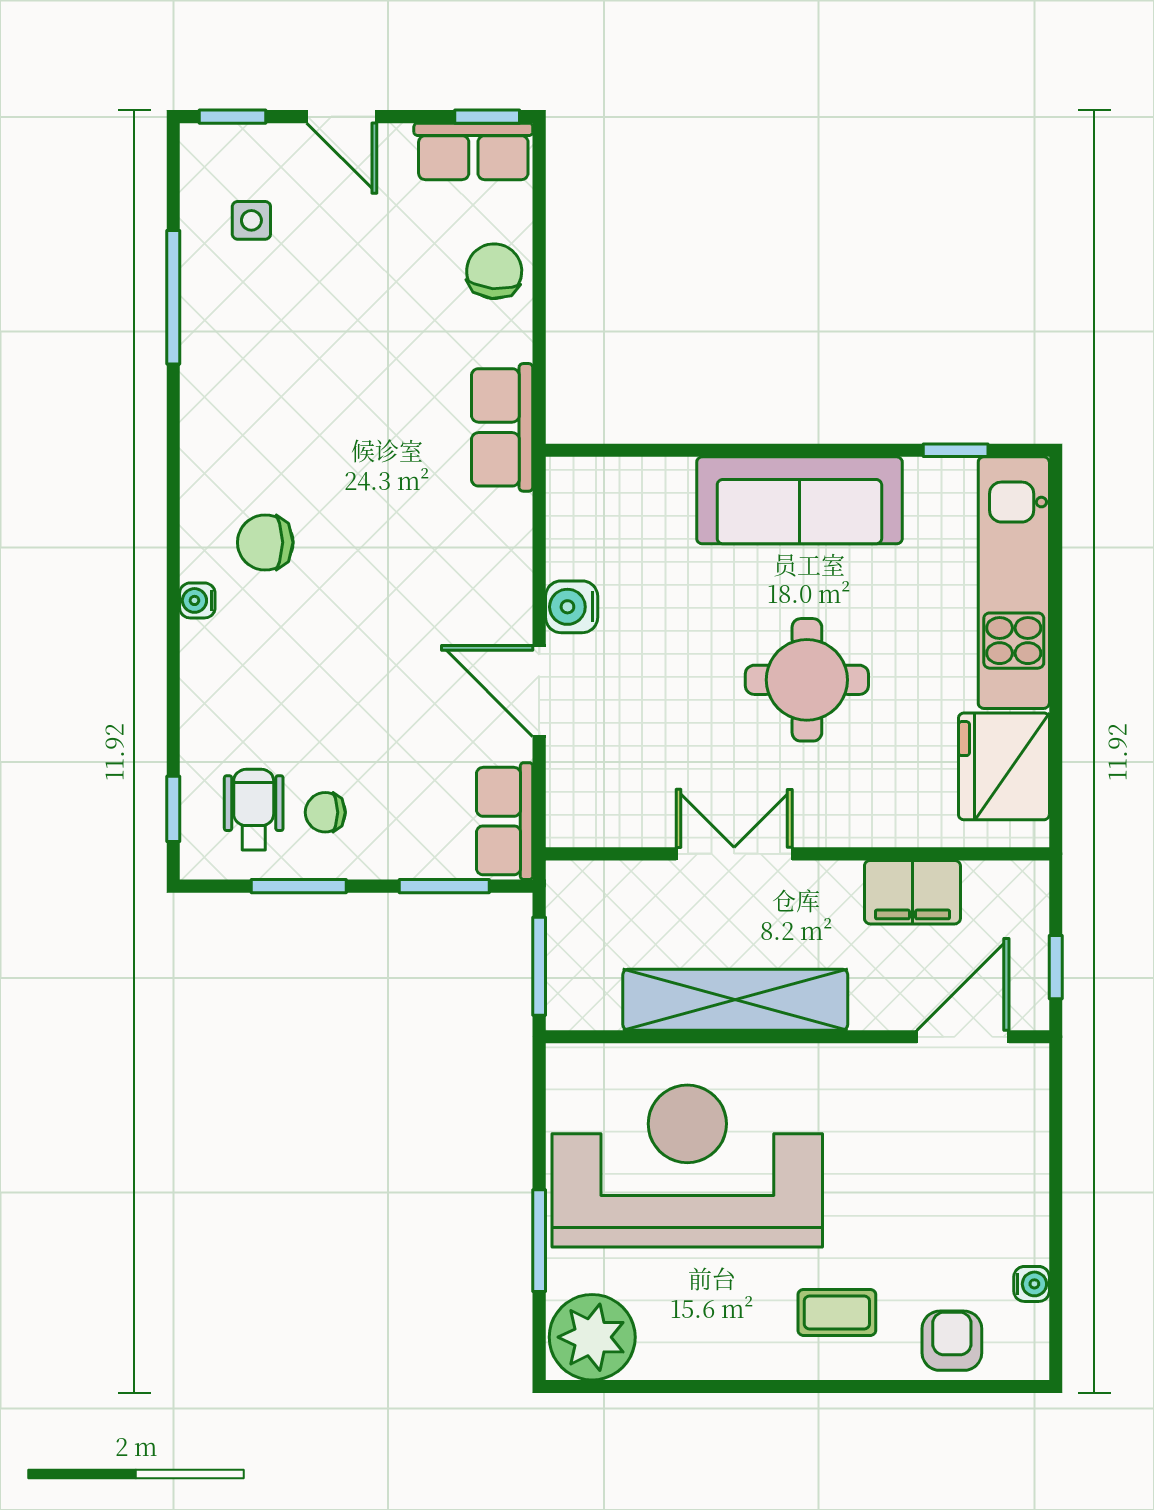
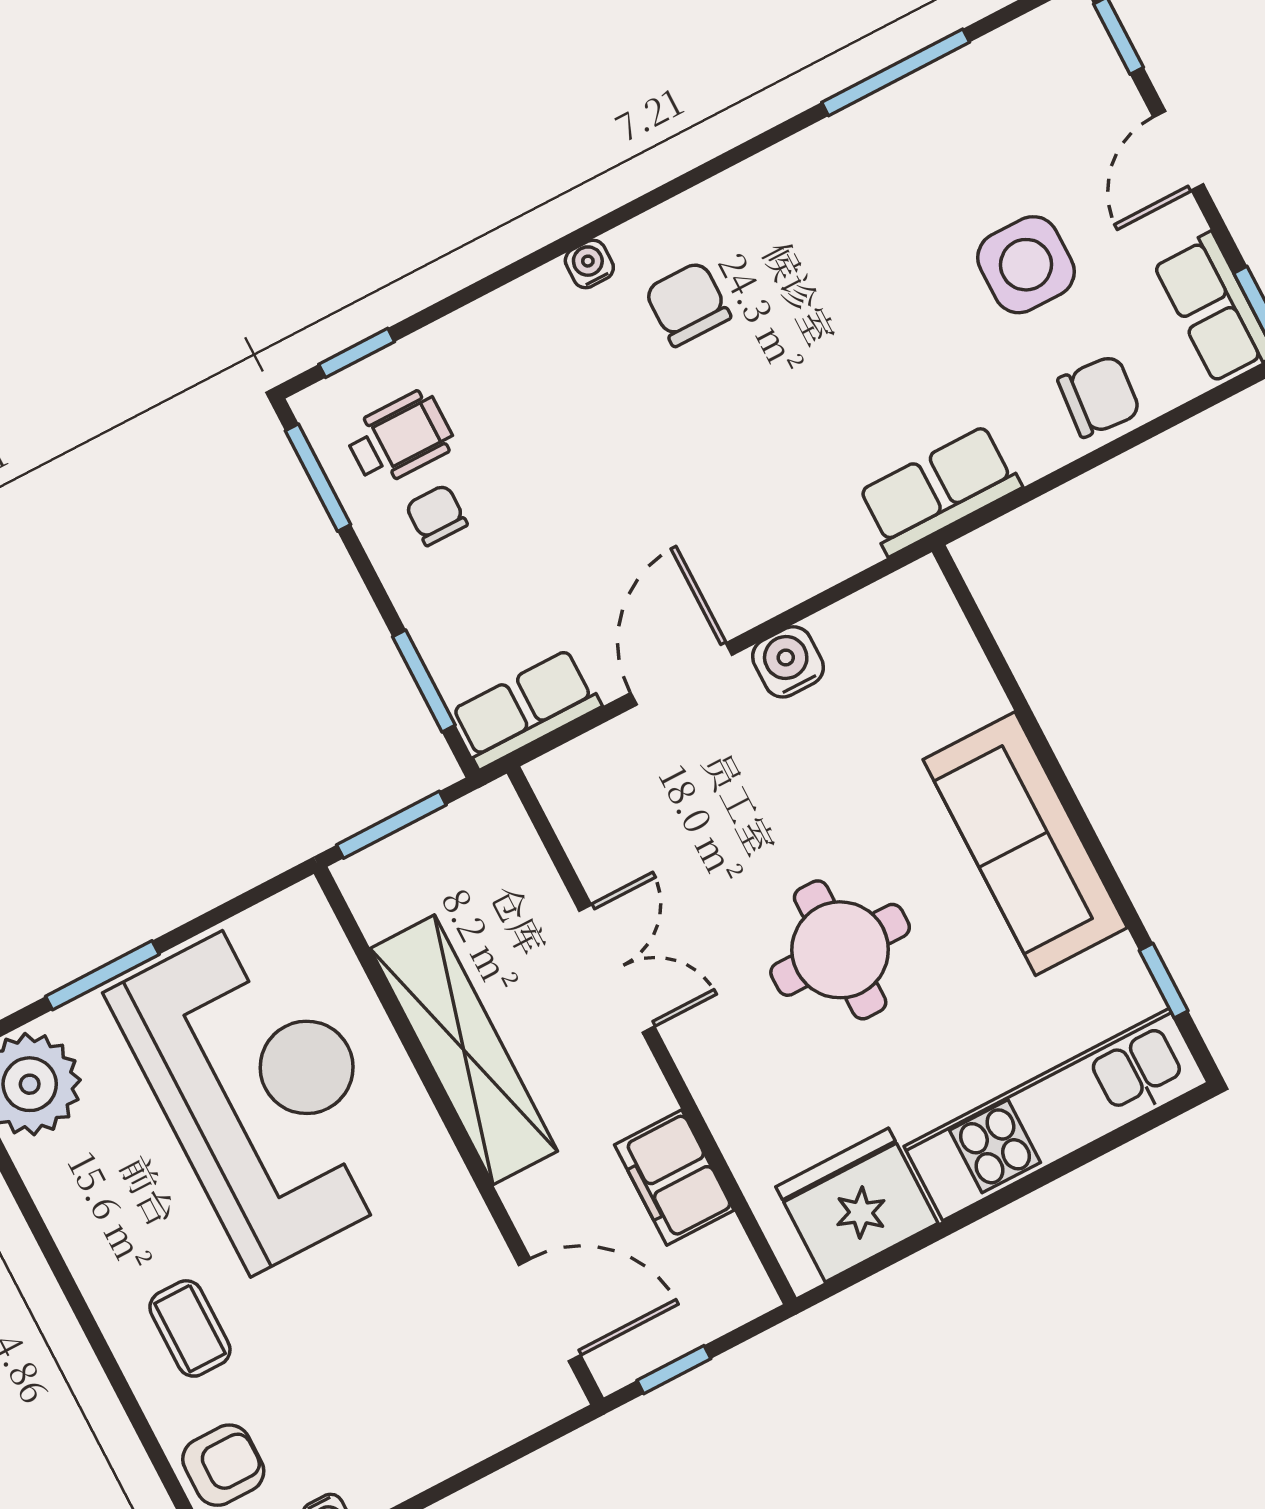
side table: (251, 220) -> (1026, 265), moved, width x1.87, depth x1.87
window: (299, 886) -> (318, 478), moved

